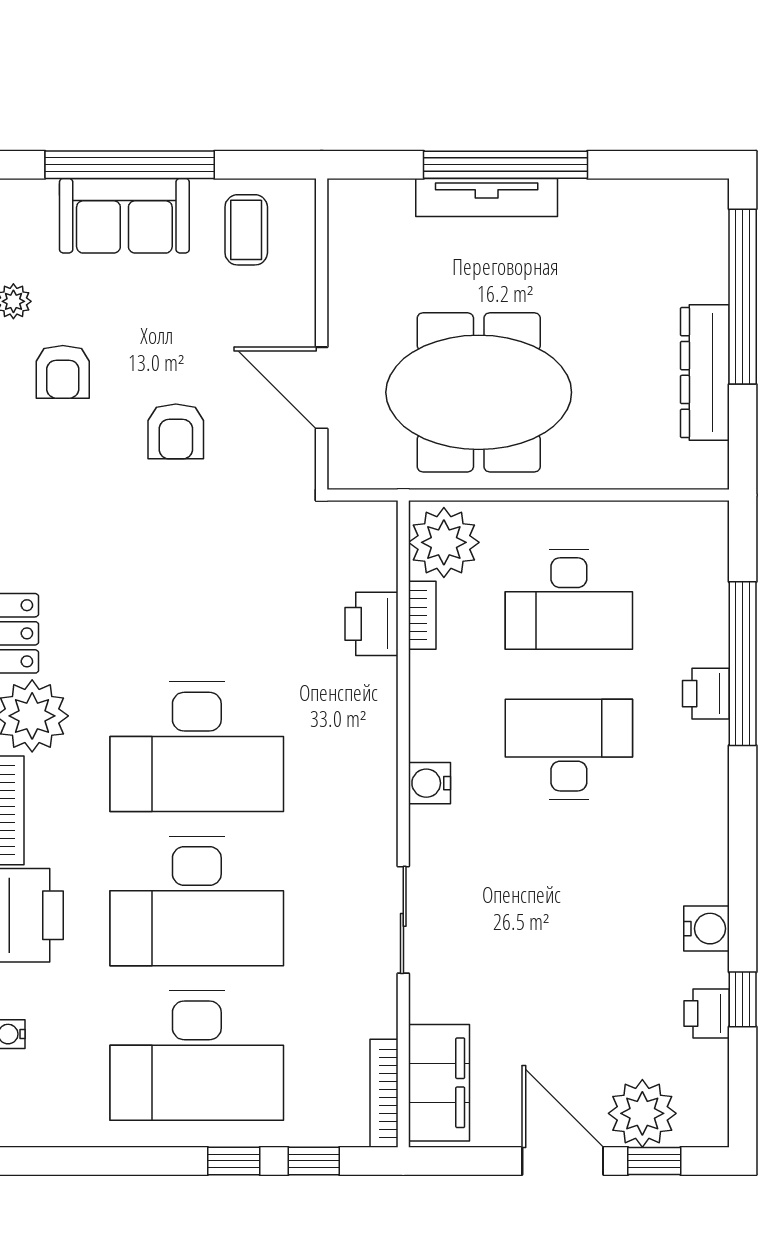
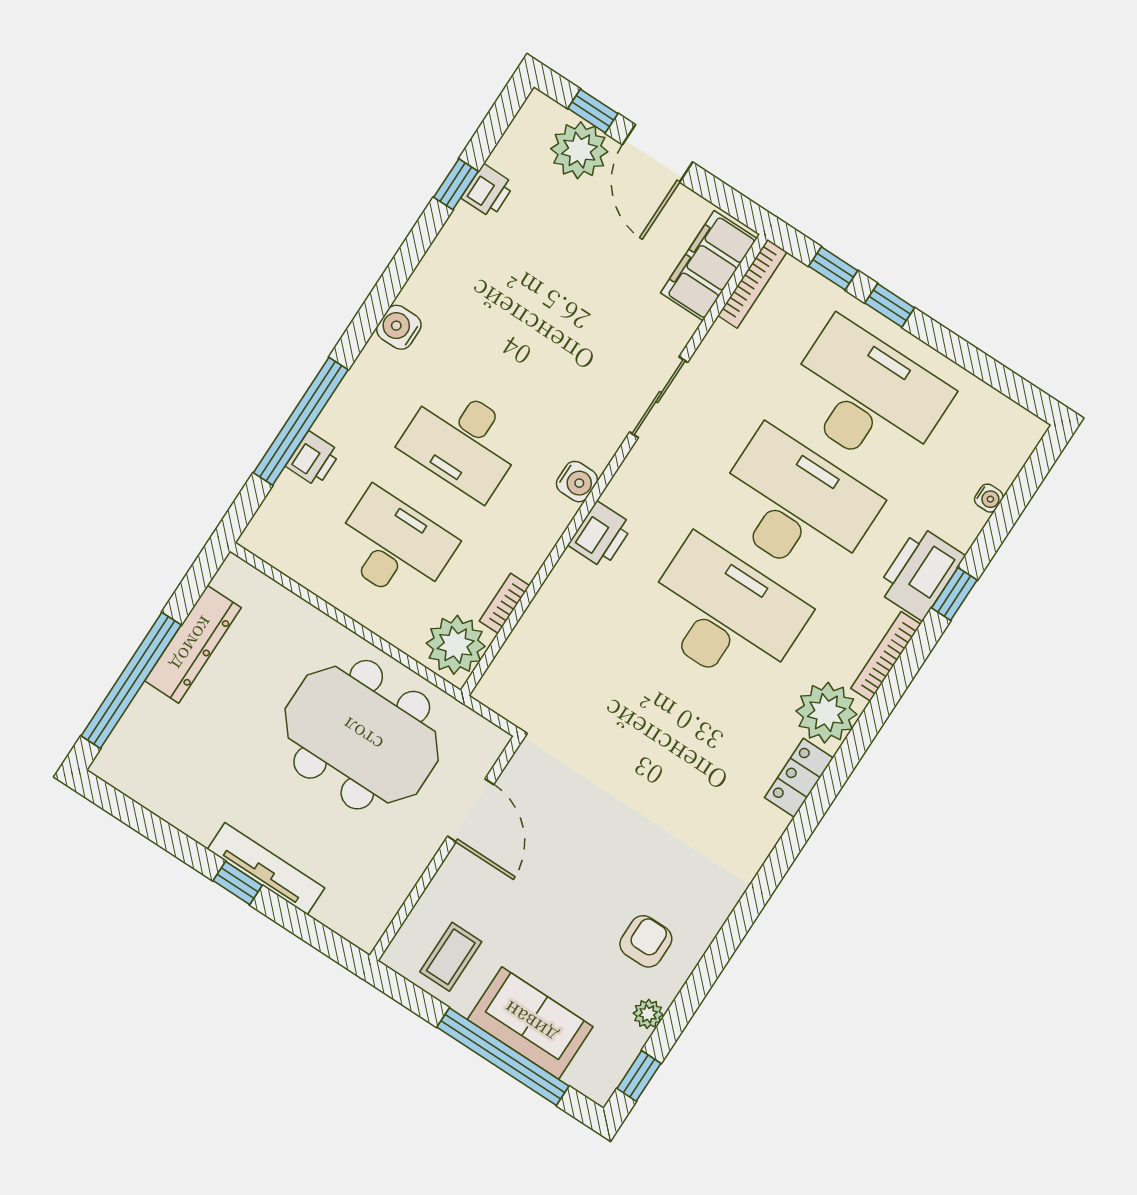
window: (505, 165) -> (238, 883), width x0.32
armchair: (176, 431) -> (594, 847), removed
printer: (372, 624) -> (601, 535), moved
printer: (706, 694) -> (313, 459), moved
water cooler: (706, 929) -> (399, 327), moved

